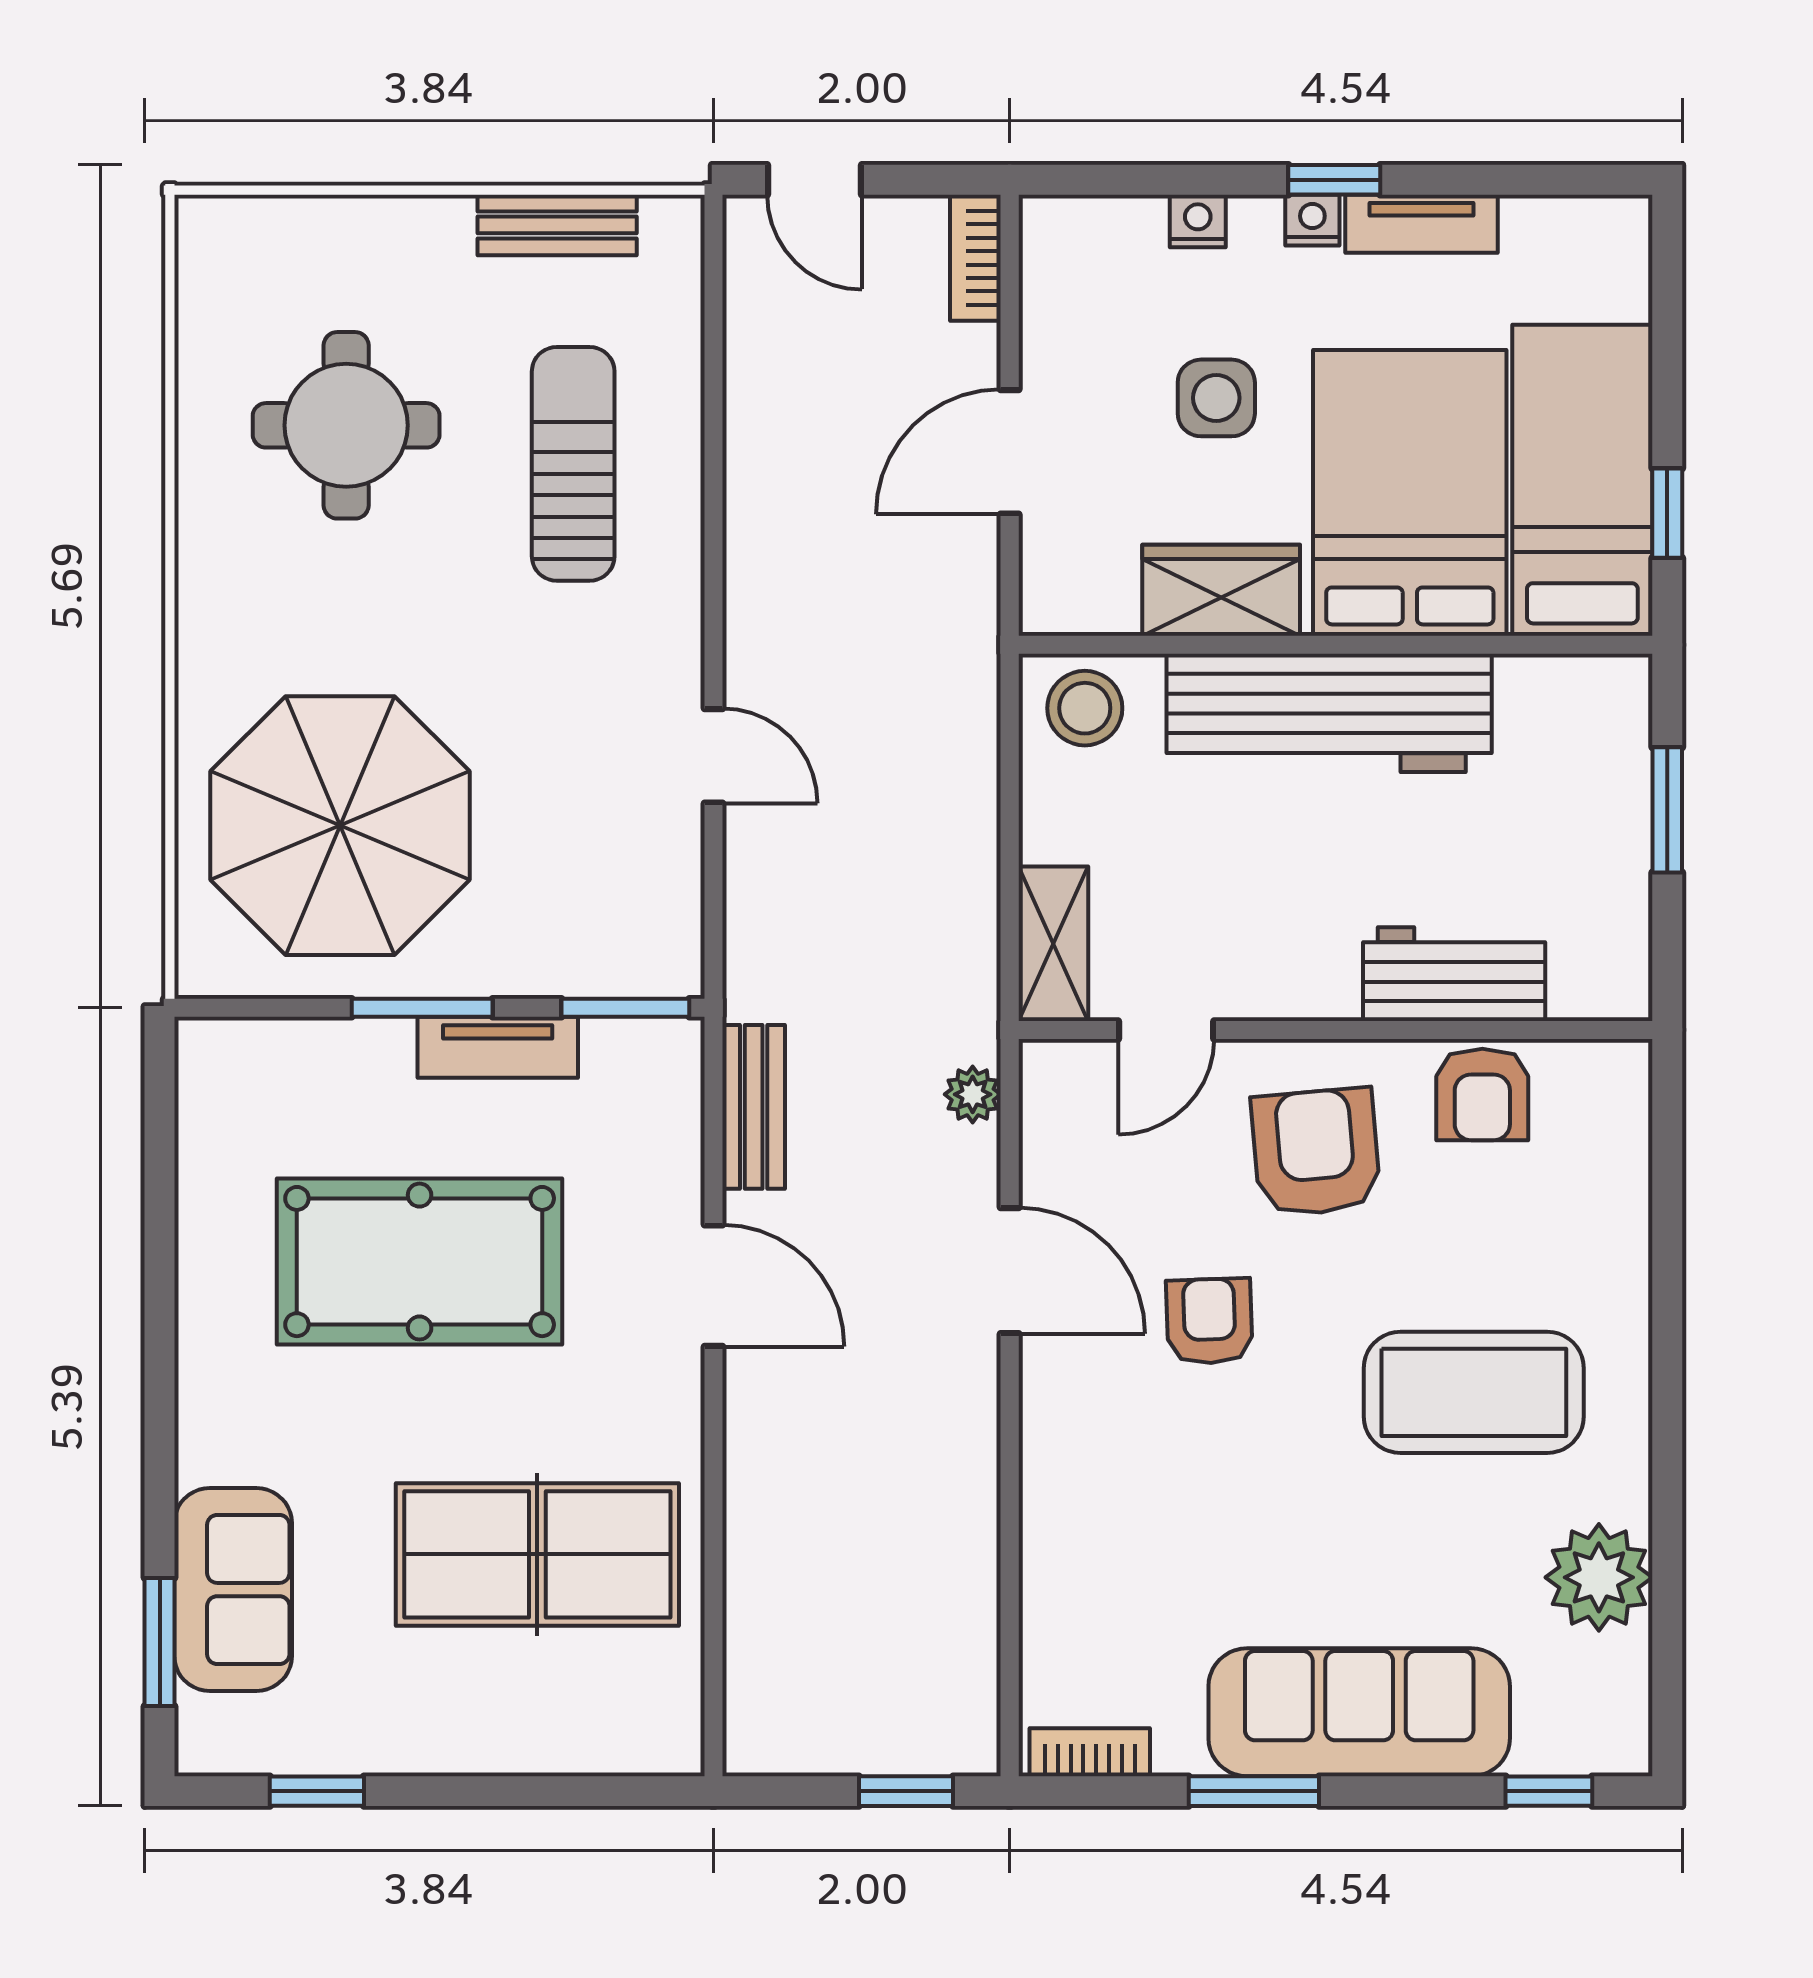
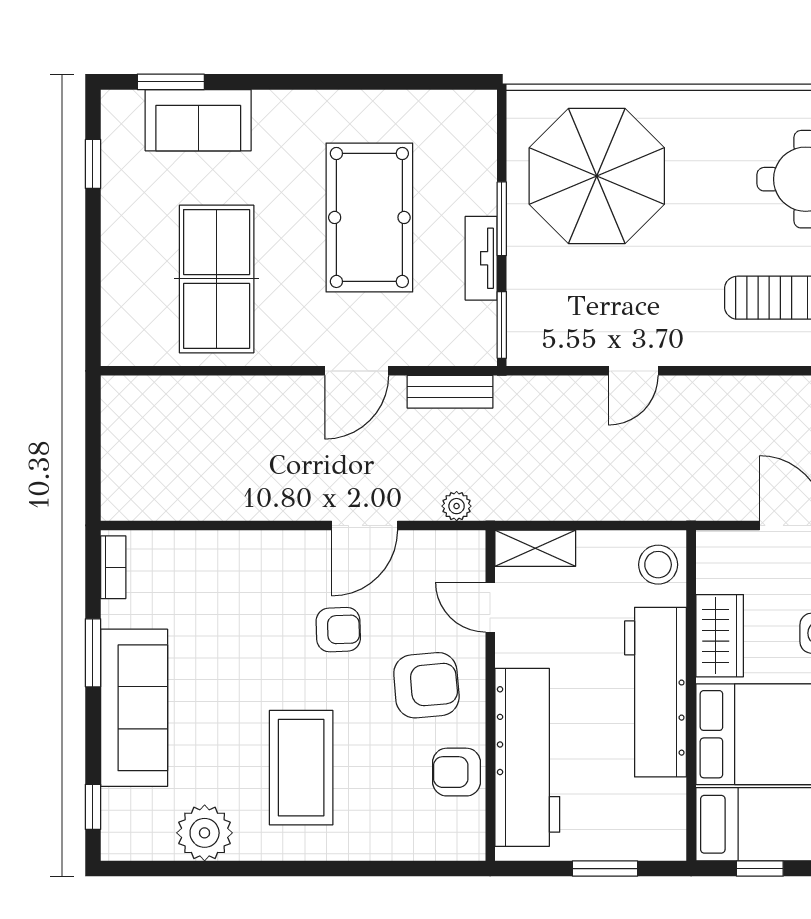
workbench: (1454, 974) -> (527, 757), width x1.88, depth x1.32
window: (906, 1791) -> (93, 471), removed

